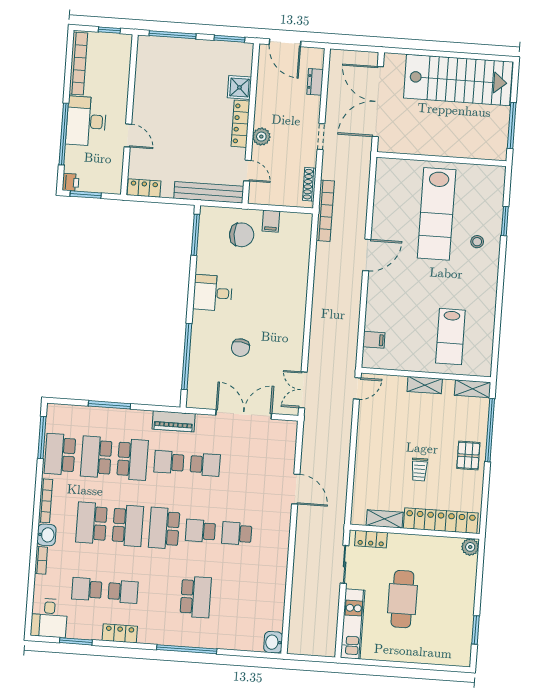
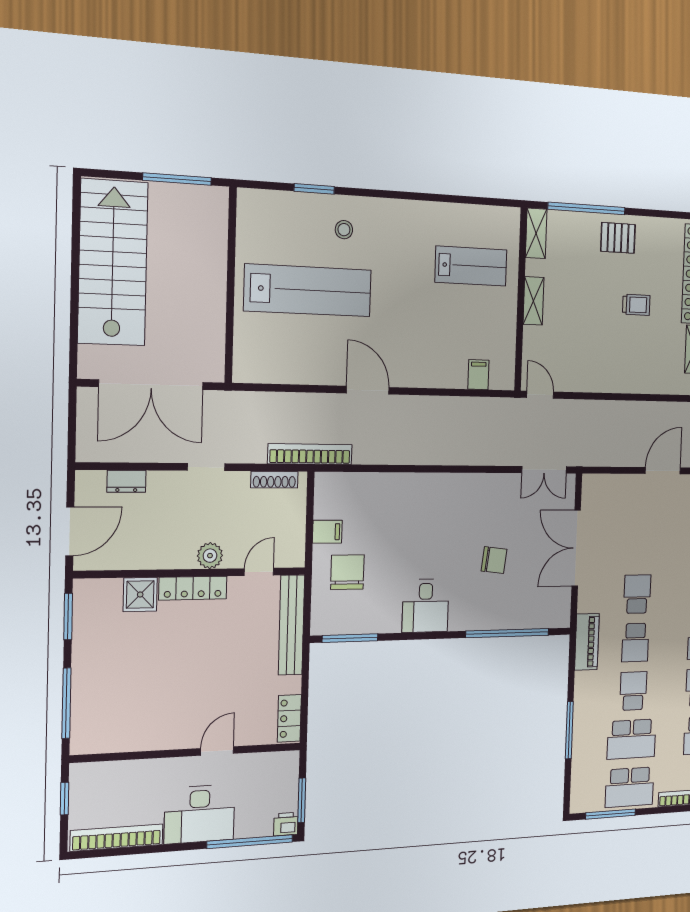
window: (64, 134) -> (250, 842), moved
school desk: (133, 459) -> (633, 691), width x0.54

